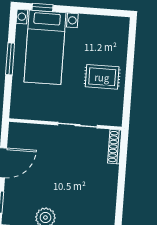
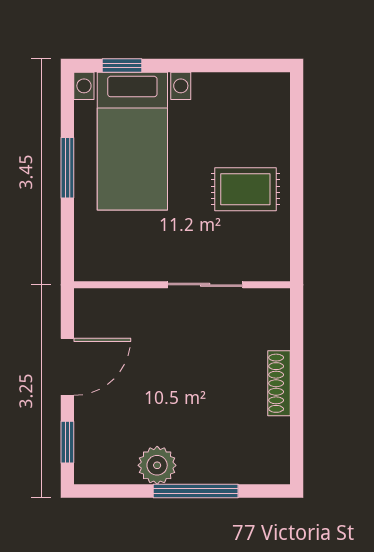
shoe rack: (115, 147) -> (279, 383), moved

